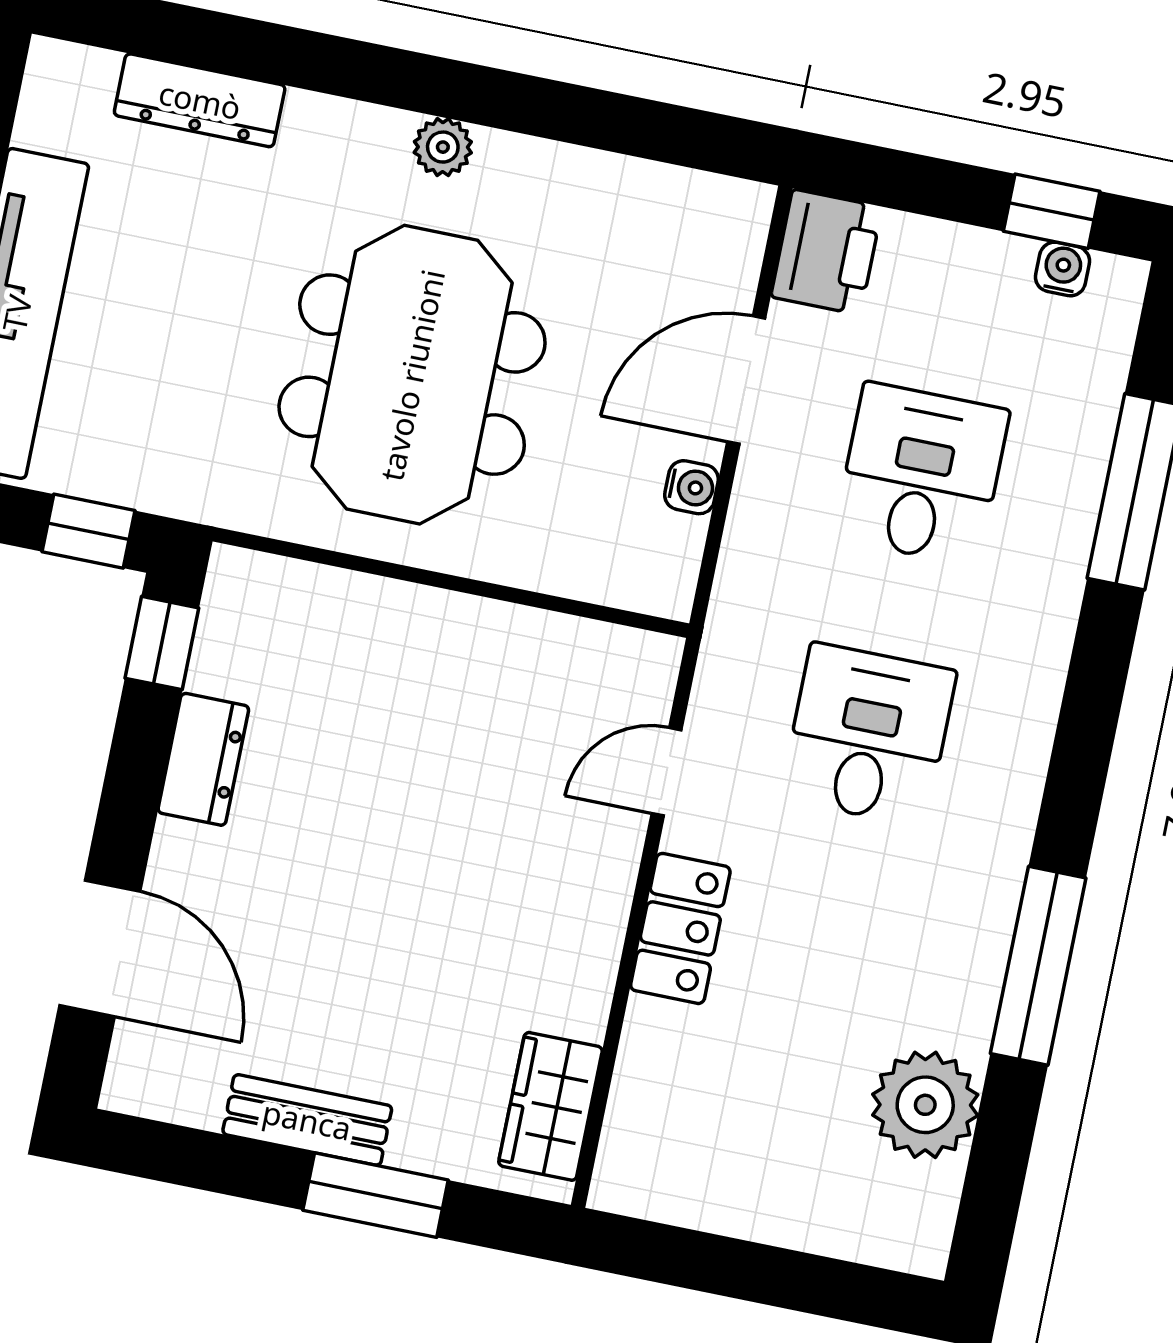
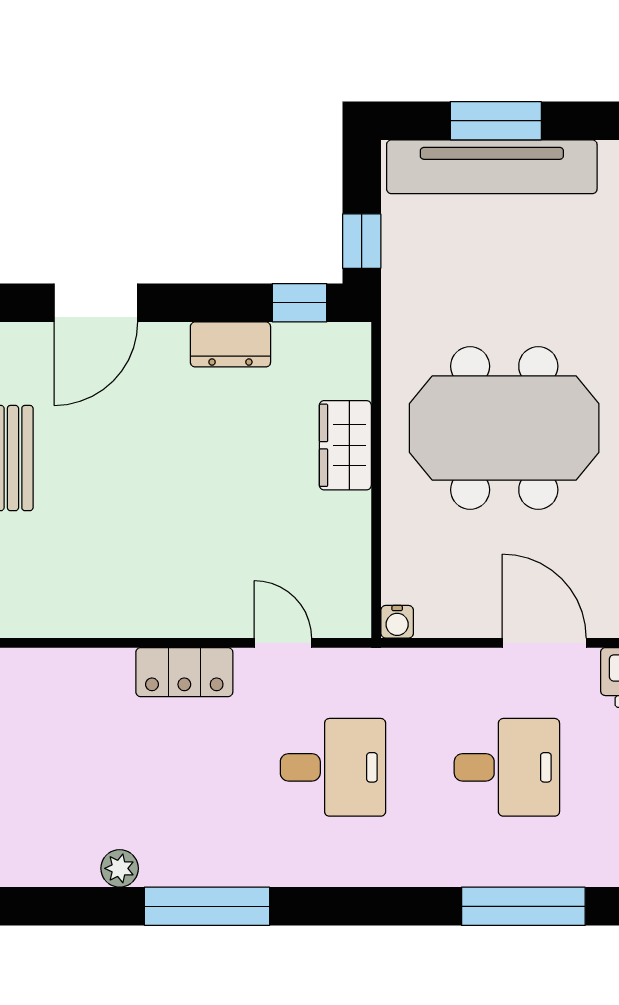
water cooler: (692, 487) -> (397, 622), moved
plant: (925, 1105) -> (120, 868), width x0.53, depth x0.53
wardrobe: (550, 1106) -> (345, 445), moved, turned -90

